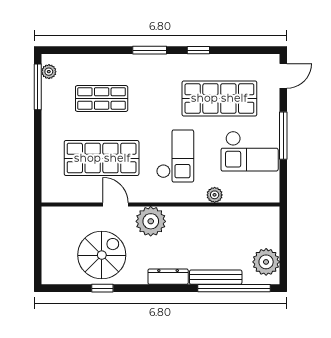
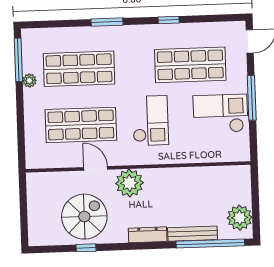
window: (150, 50) -> (107, 22), moved
plant: (49, 72) -> (29, 81), moved
shop shelf: (102, 98) -> (79, 69), width x1.43, depth x1.36
checkout: (250, 151) -> (220, 114), turned 180
plant: (215, 195) -> (189, 156), removed

